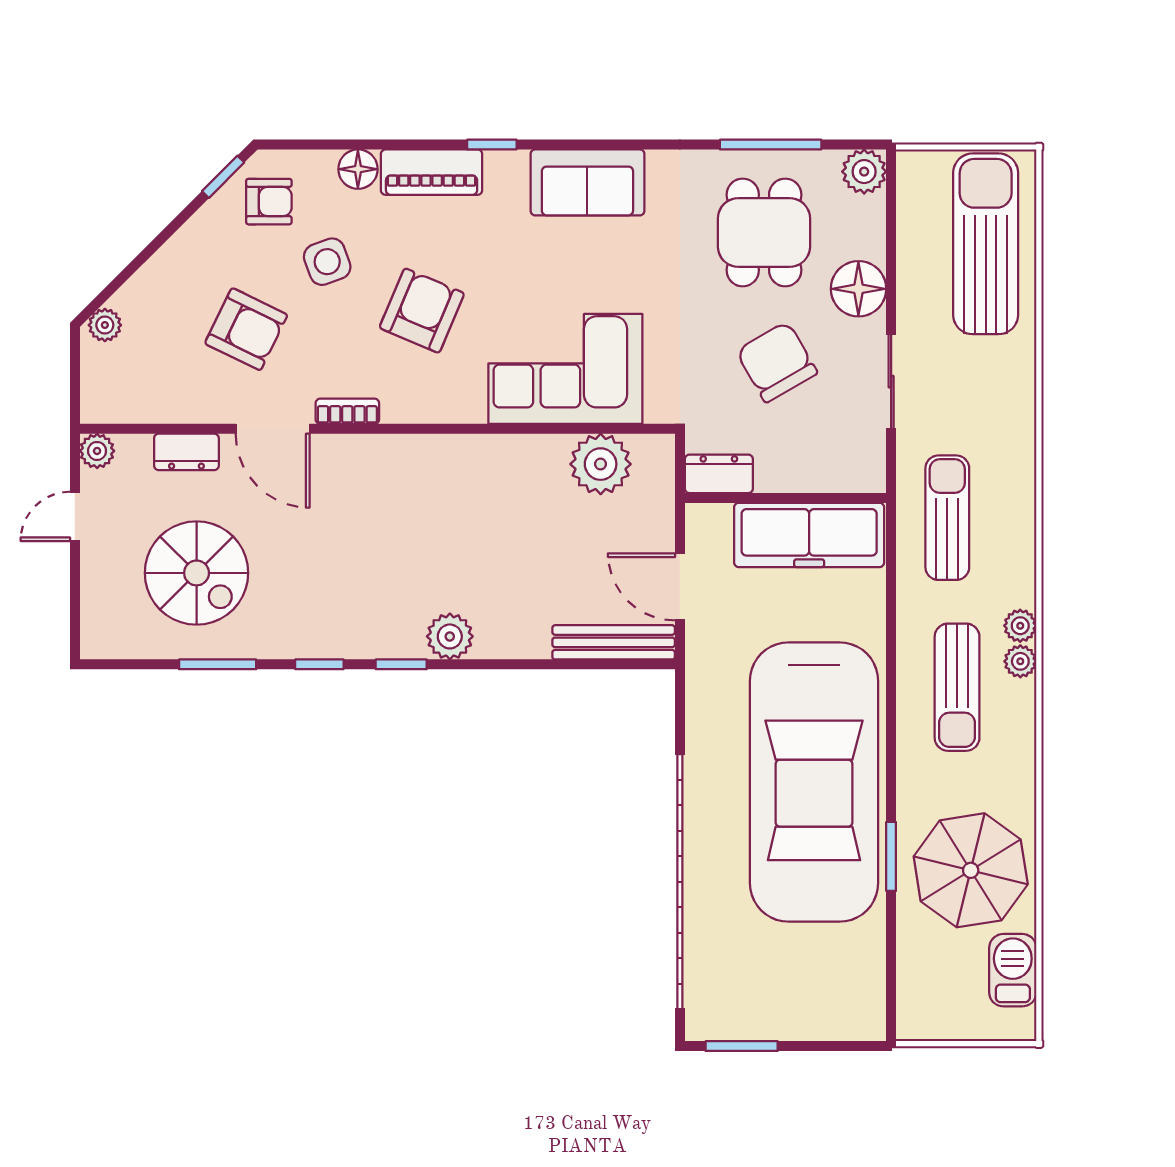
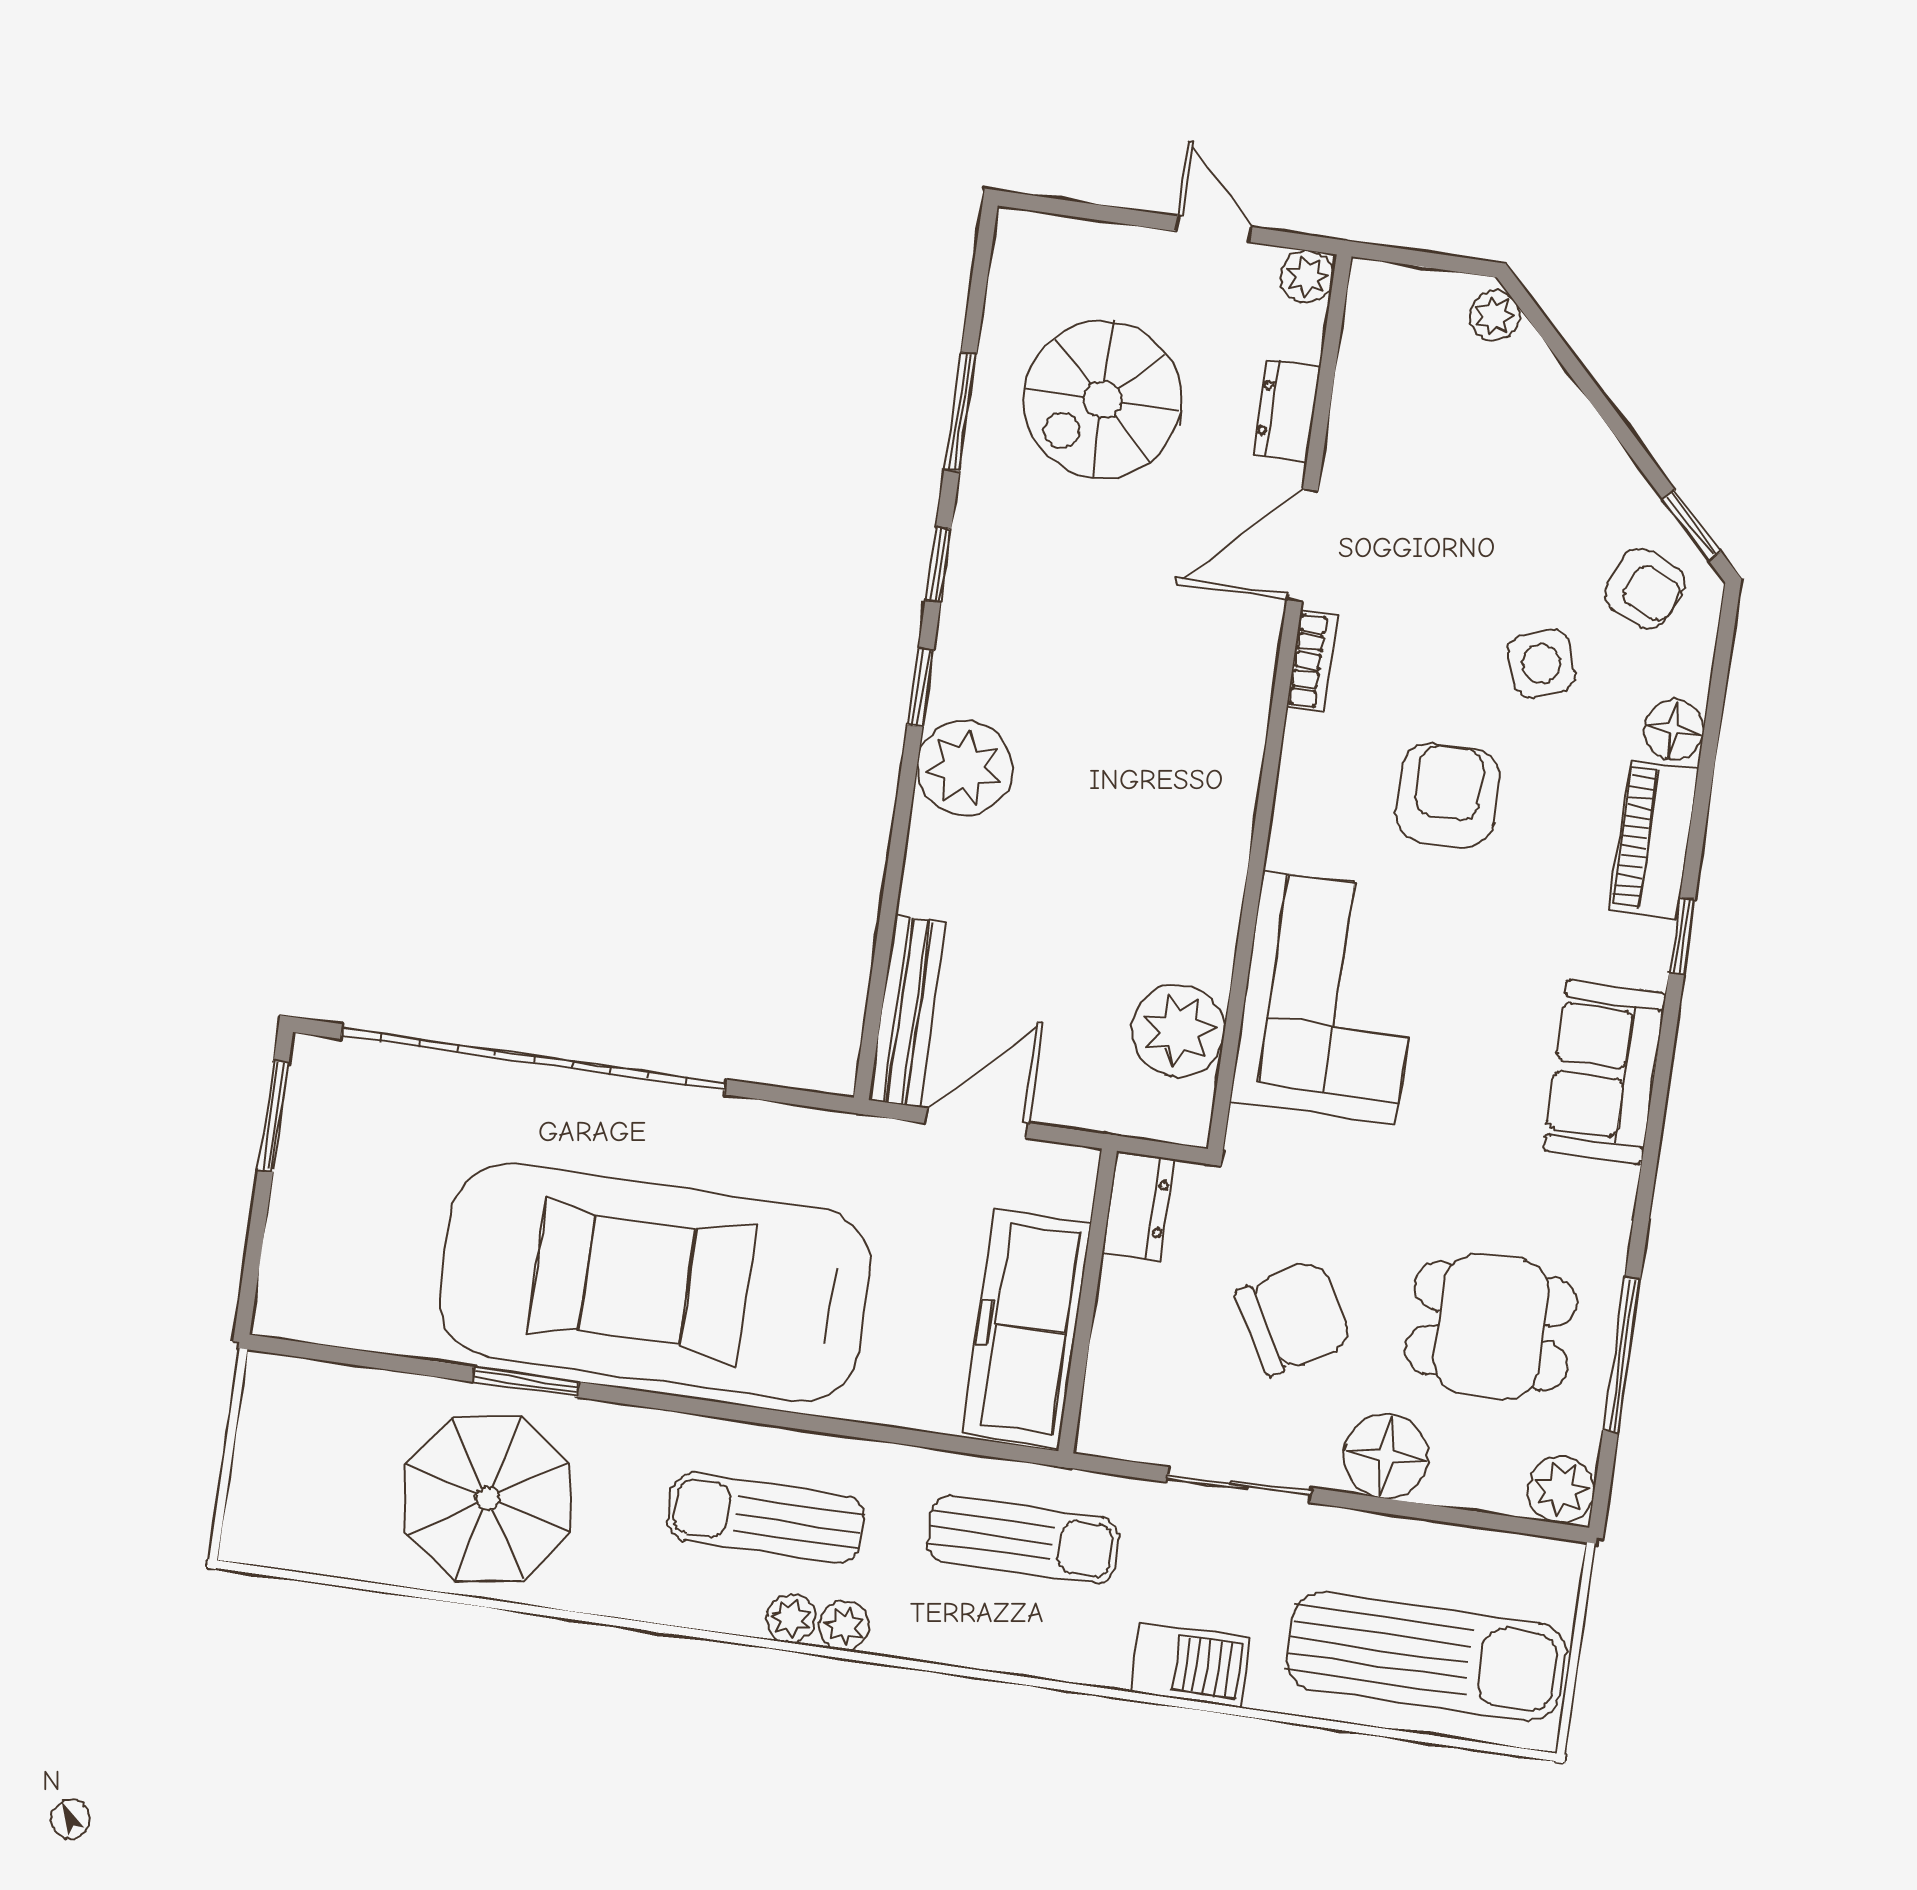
armchair: (269, 202) -> (1645, 589), turned -66
armchair: (422, 311) -> (1448, 795), turned -113
armchair: (246, 329) -> (1458, 527), removed
plant: (450, 636) -> (965, 768), width x1.36, depth x1.36
barbecue: (1013, 970) -> (1191, 1665), moved

